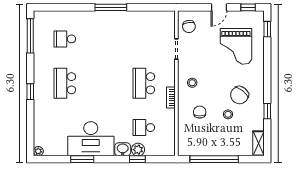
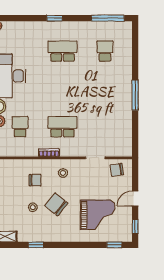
door: (219, 7) -> (135, 199), hinge flipped
grand piano: (236, 46) -> (98, 215), turned 180
chair: (239, 95) -> (56, 204), moved

